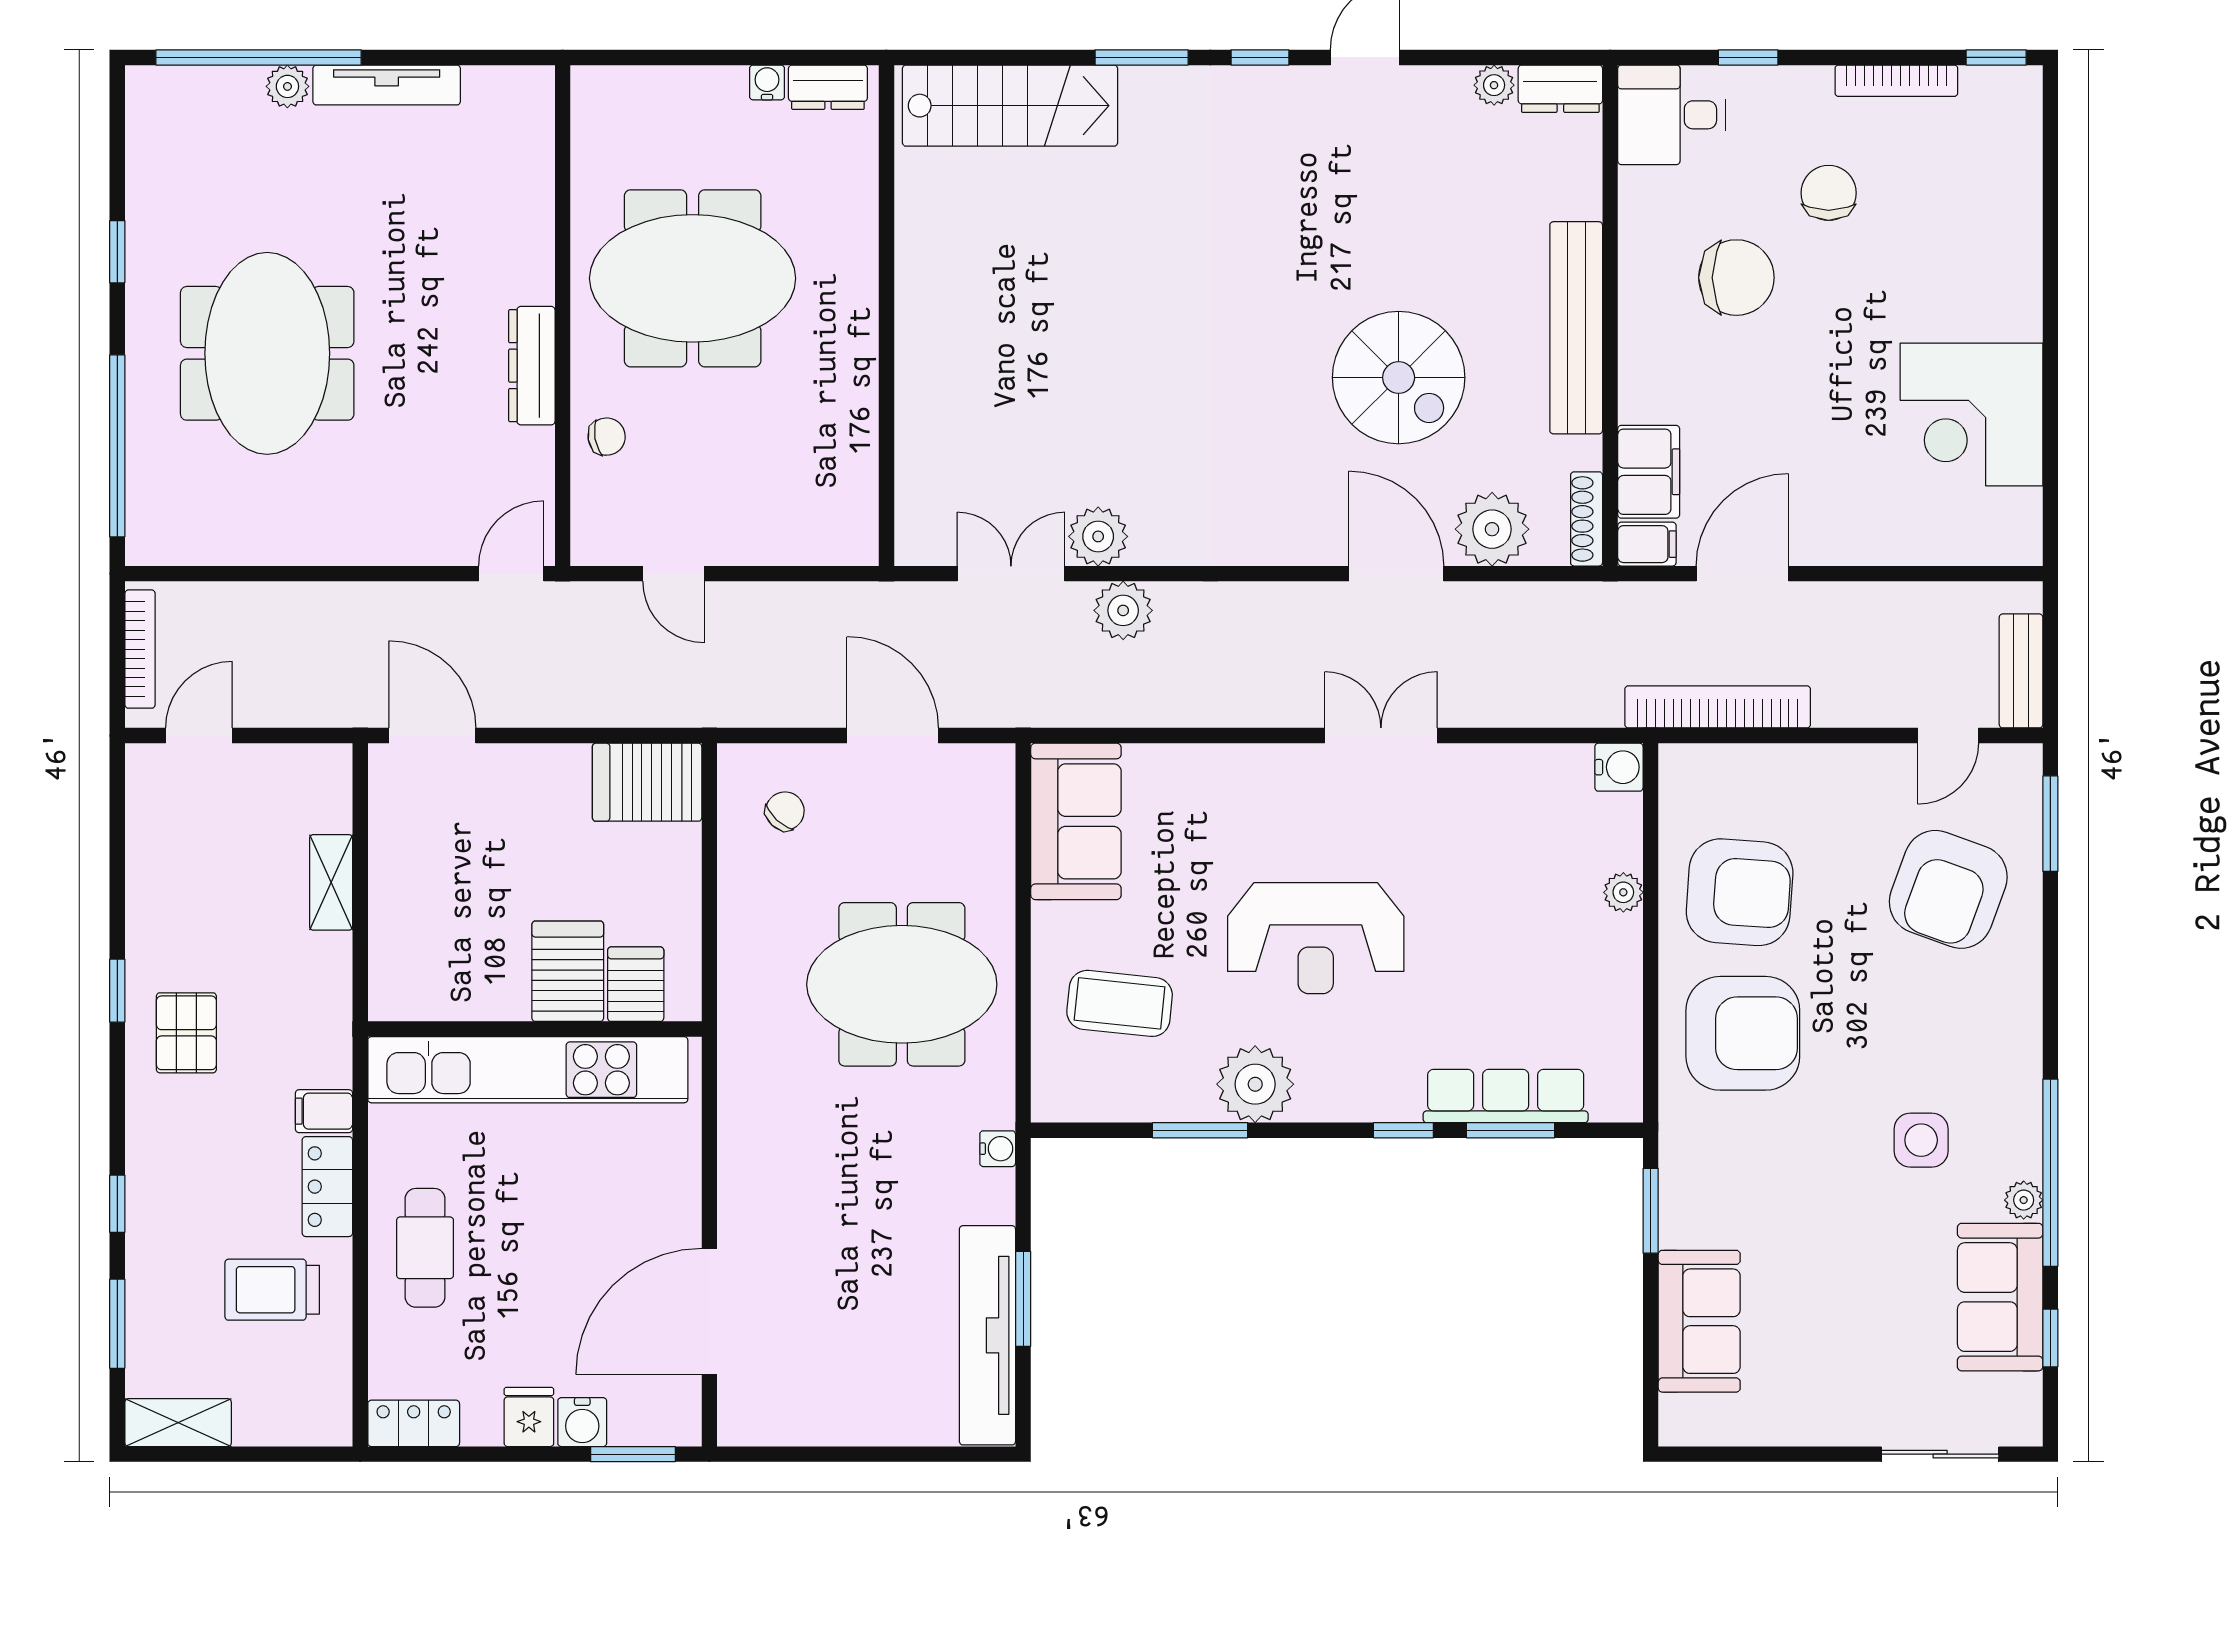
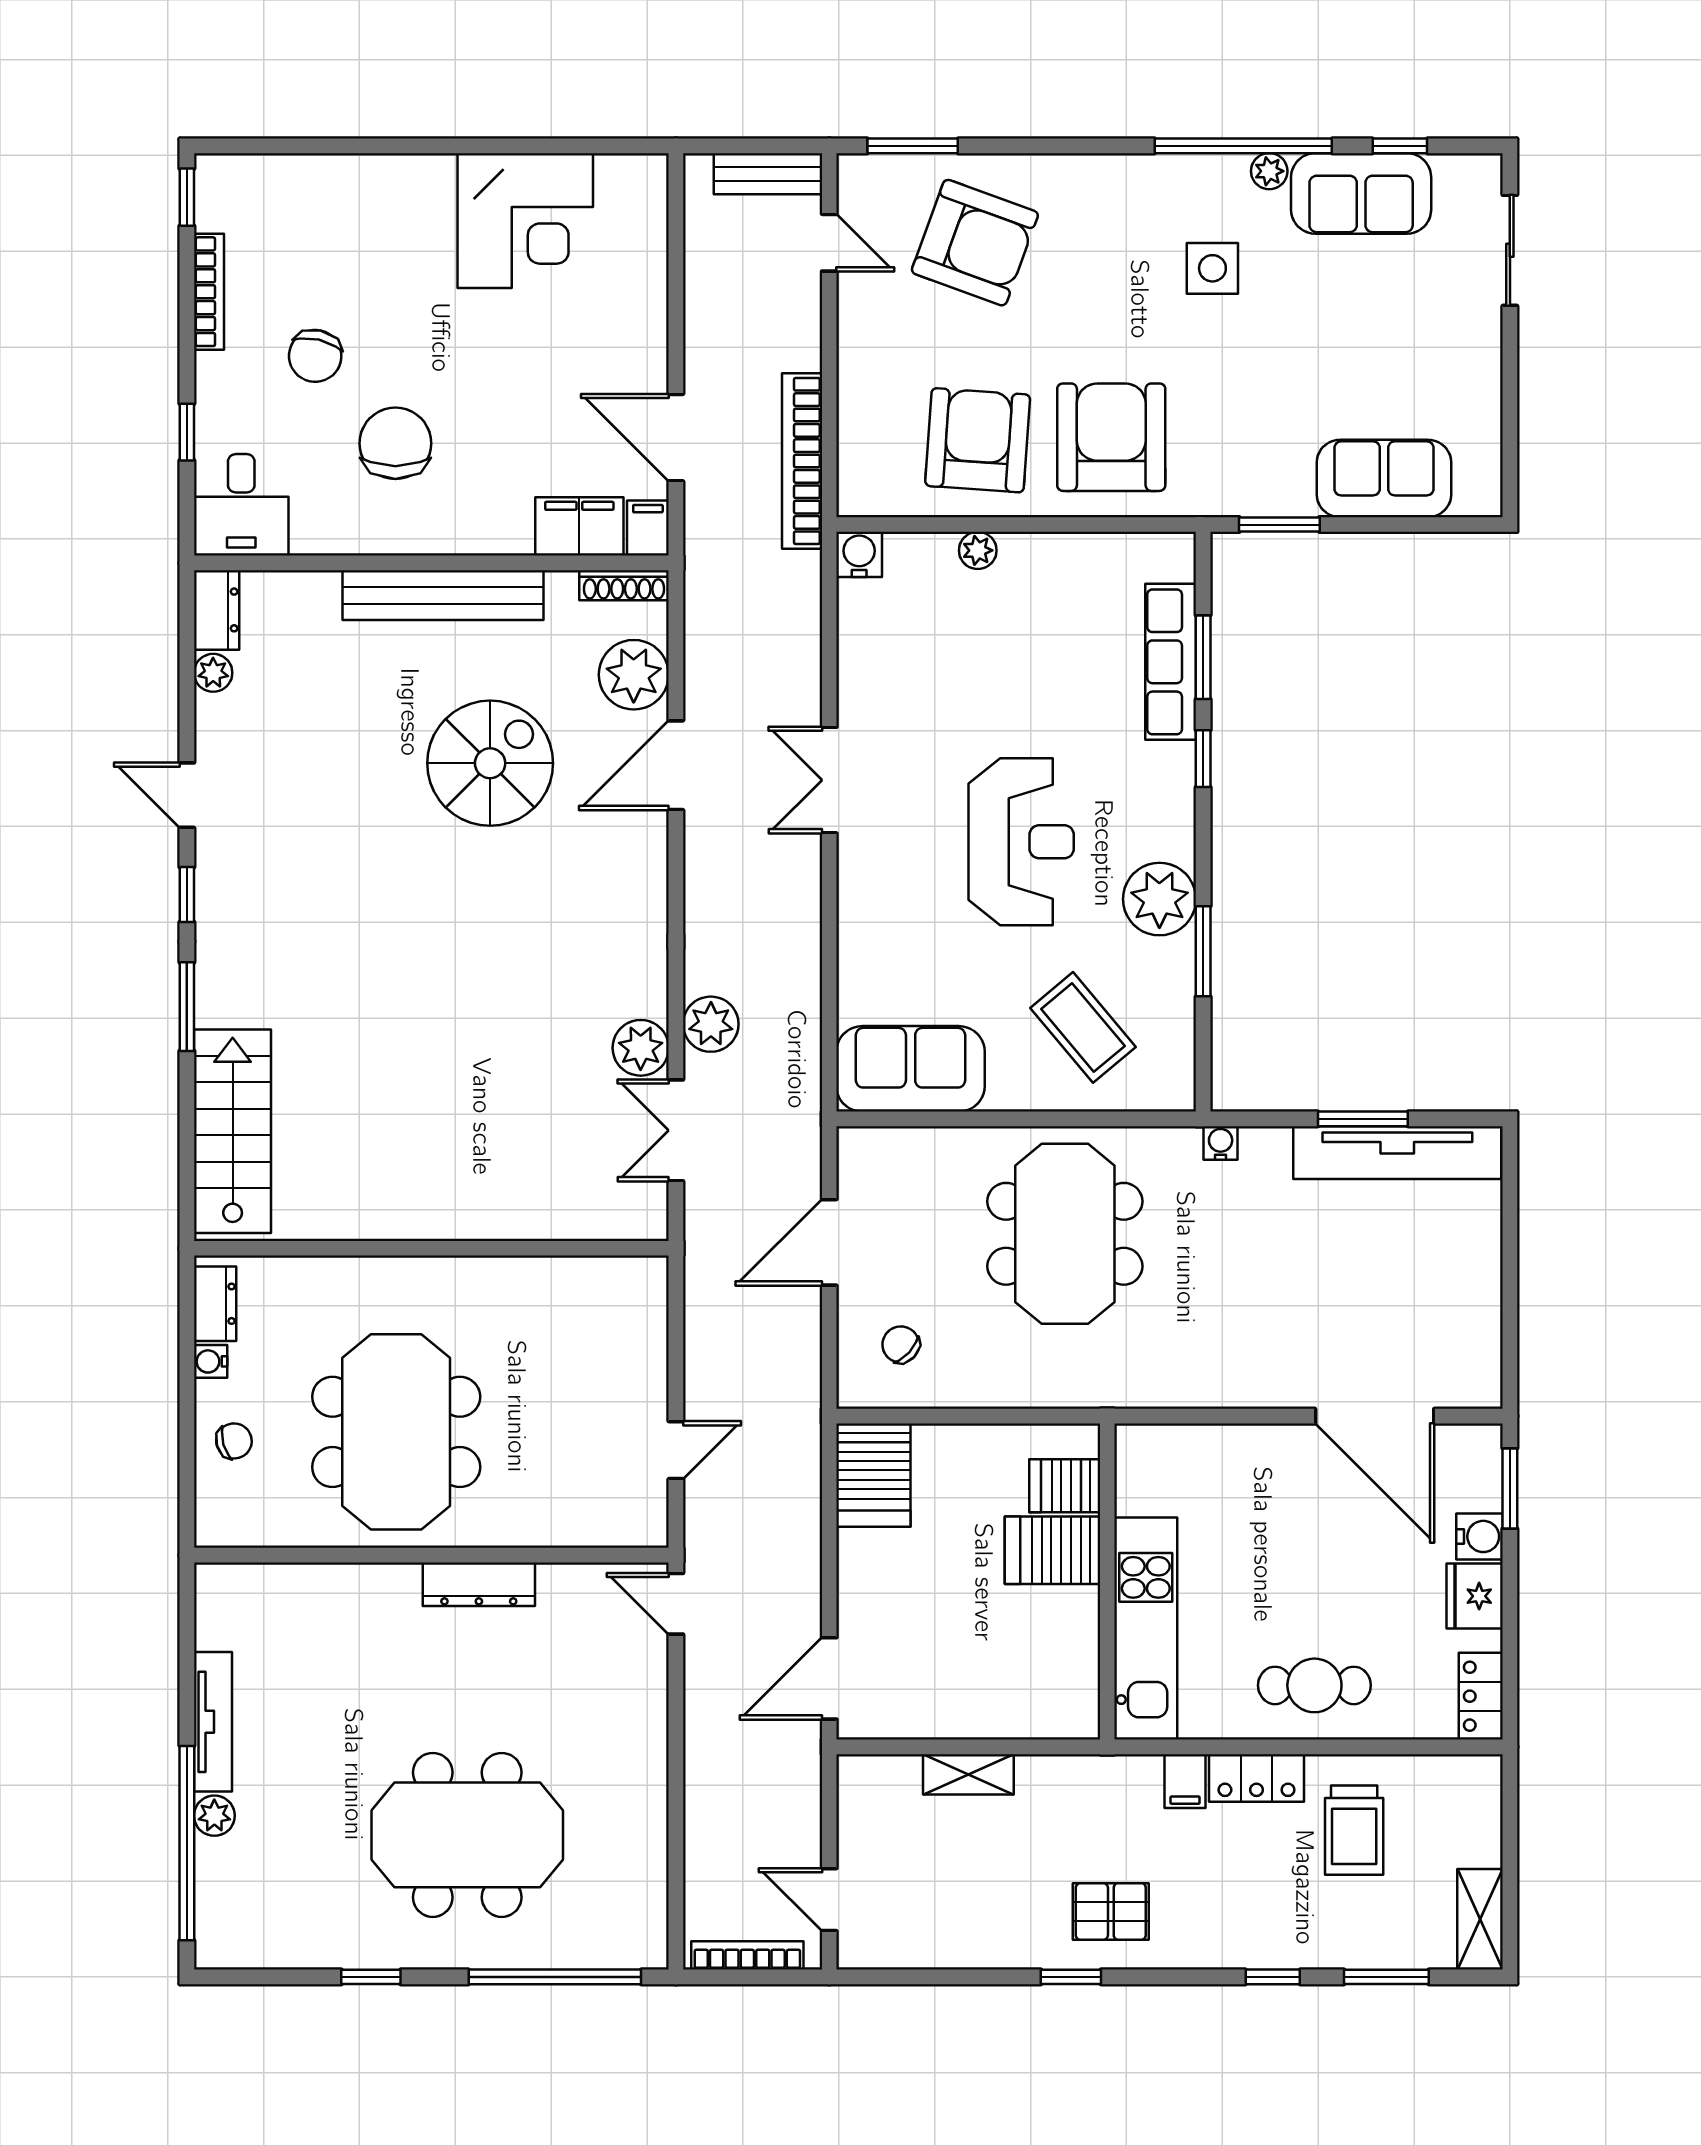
chair: (1829, 193) -> (315, 356), turned -77
chair: (607, 437) -> (234, 1441), moved, turned 84
coffee table: (1120, 1003) -> (1083, 1027), turned -46
kitchen unit: (528, 1070) -> (1146, 1628), width x0.73
fridge: (529, 1417) -> (1475, 1596), width x1.38

